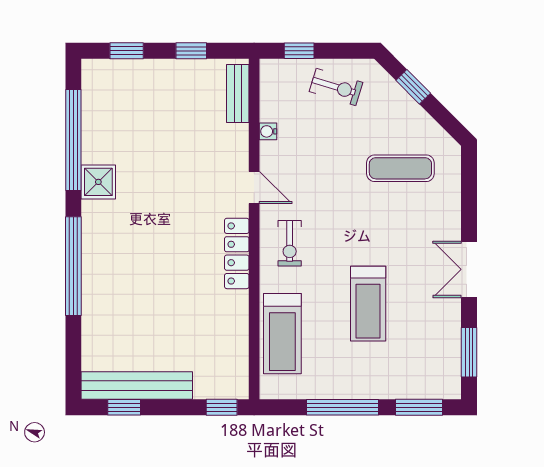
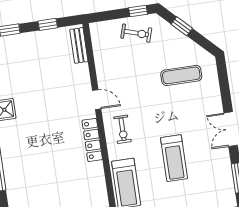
window: (299, 51) -> (138, 11), moved
water cooler: (268, 131) -> (100, 65), removed

